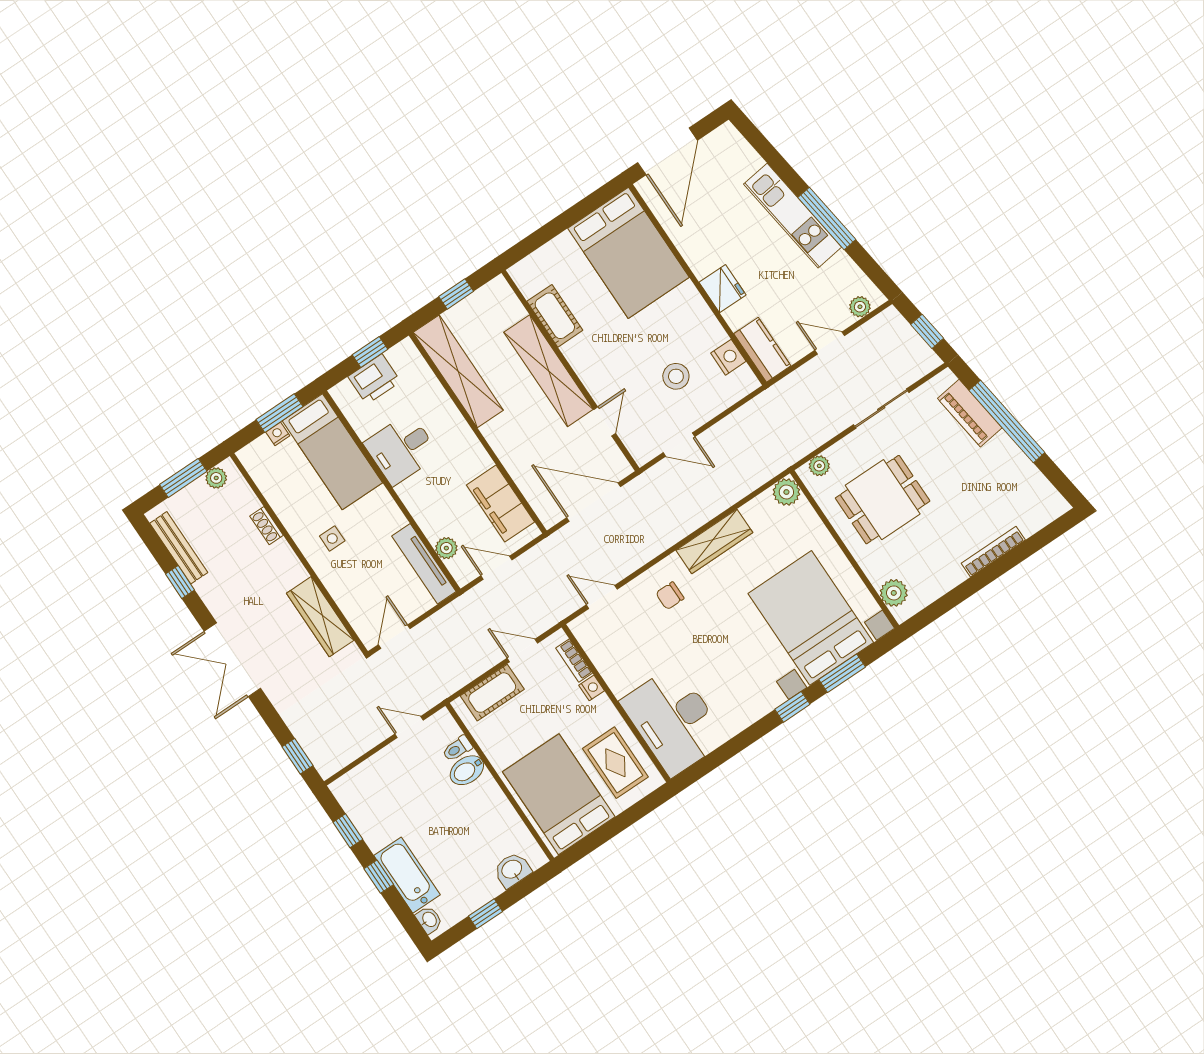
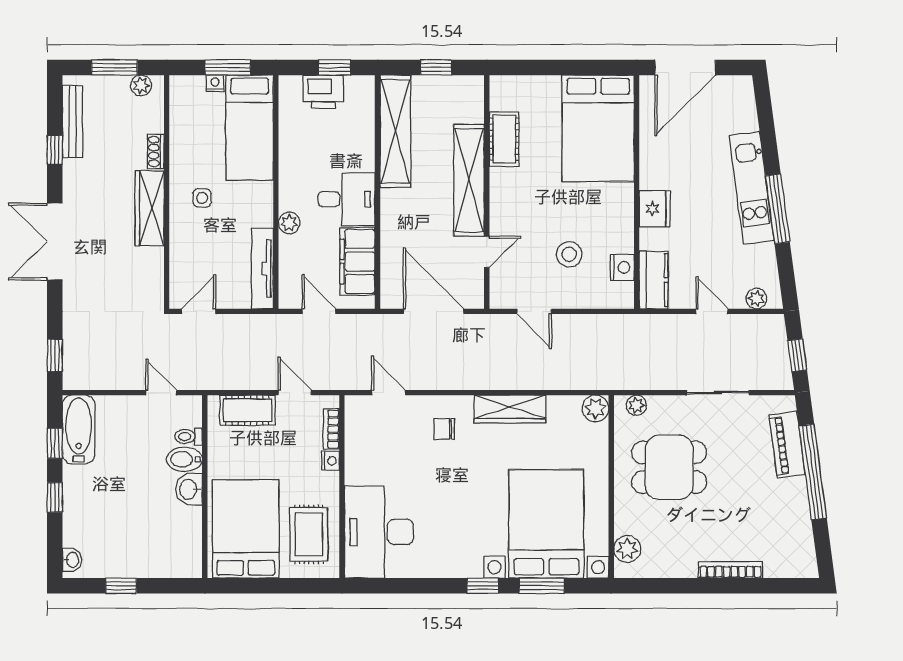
desk: (401, 449) -> (347, 199), moved, turned 180
plant: (446, 548) -> (289, 223), moved
wardrobe: (320, 617) -> (150, 208), moved
washbasin: (512, 870) -> (189, 489), moved, turned -90
bathtub: (407, 875) -> (79, 429), moved

